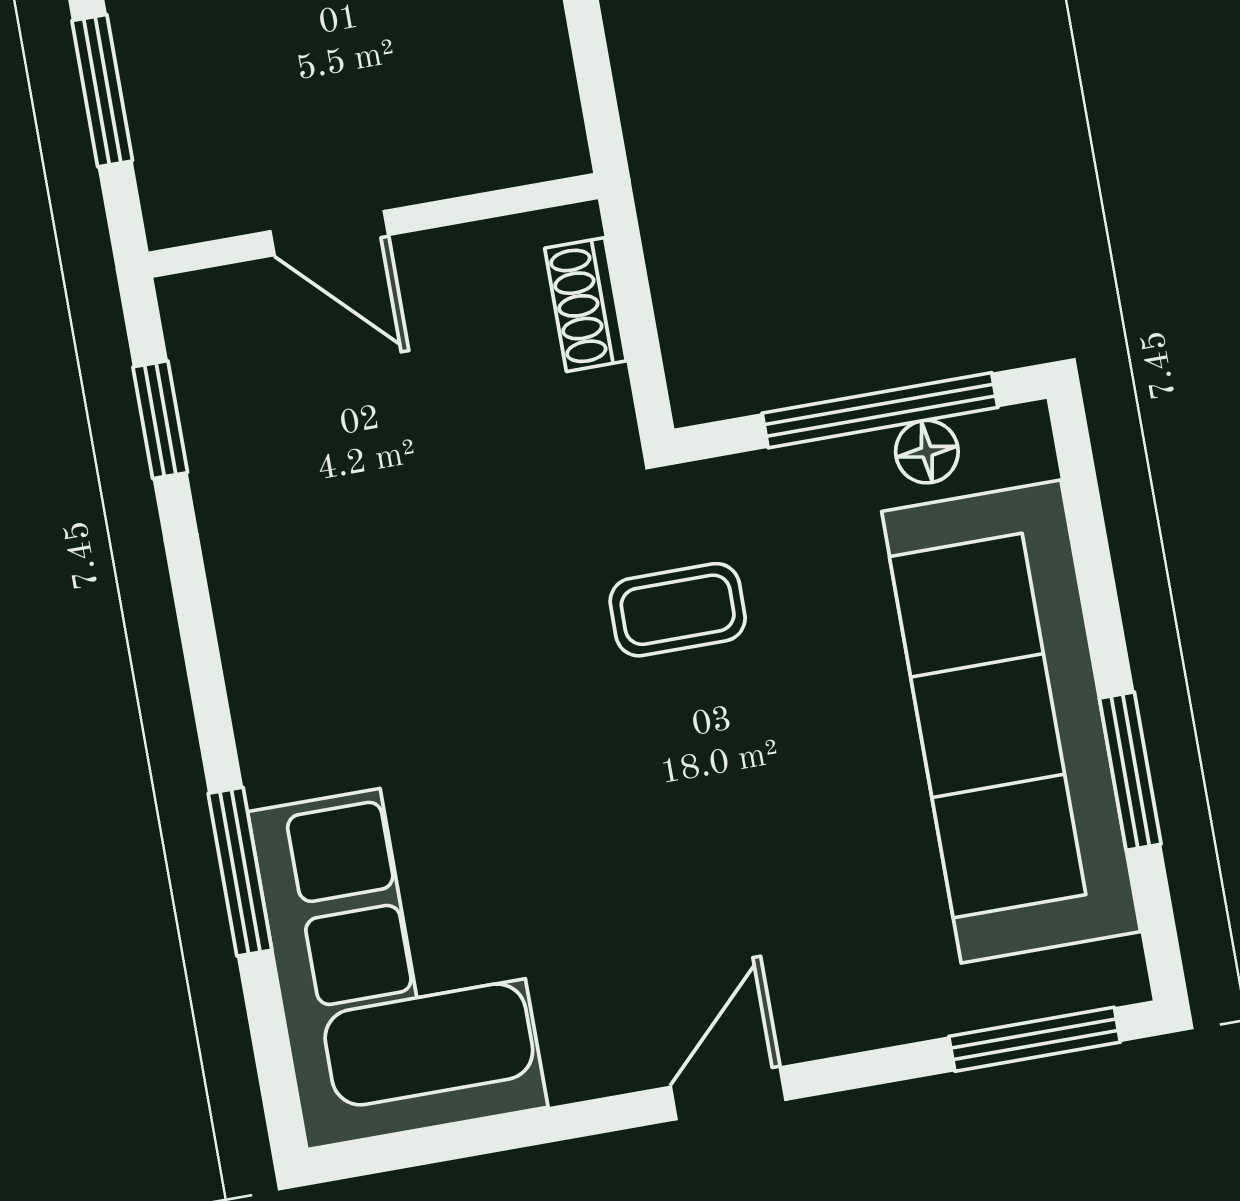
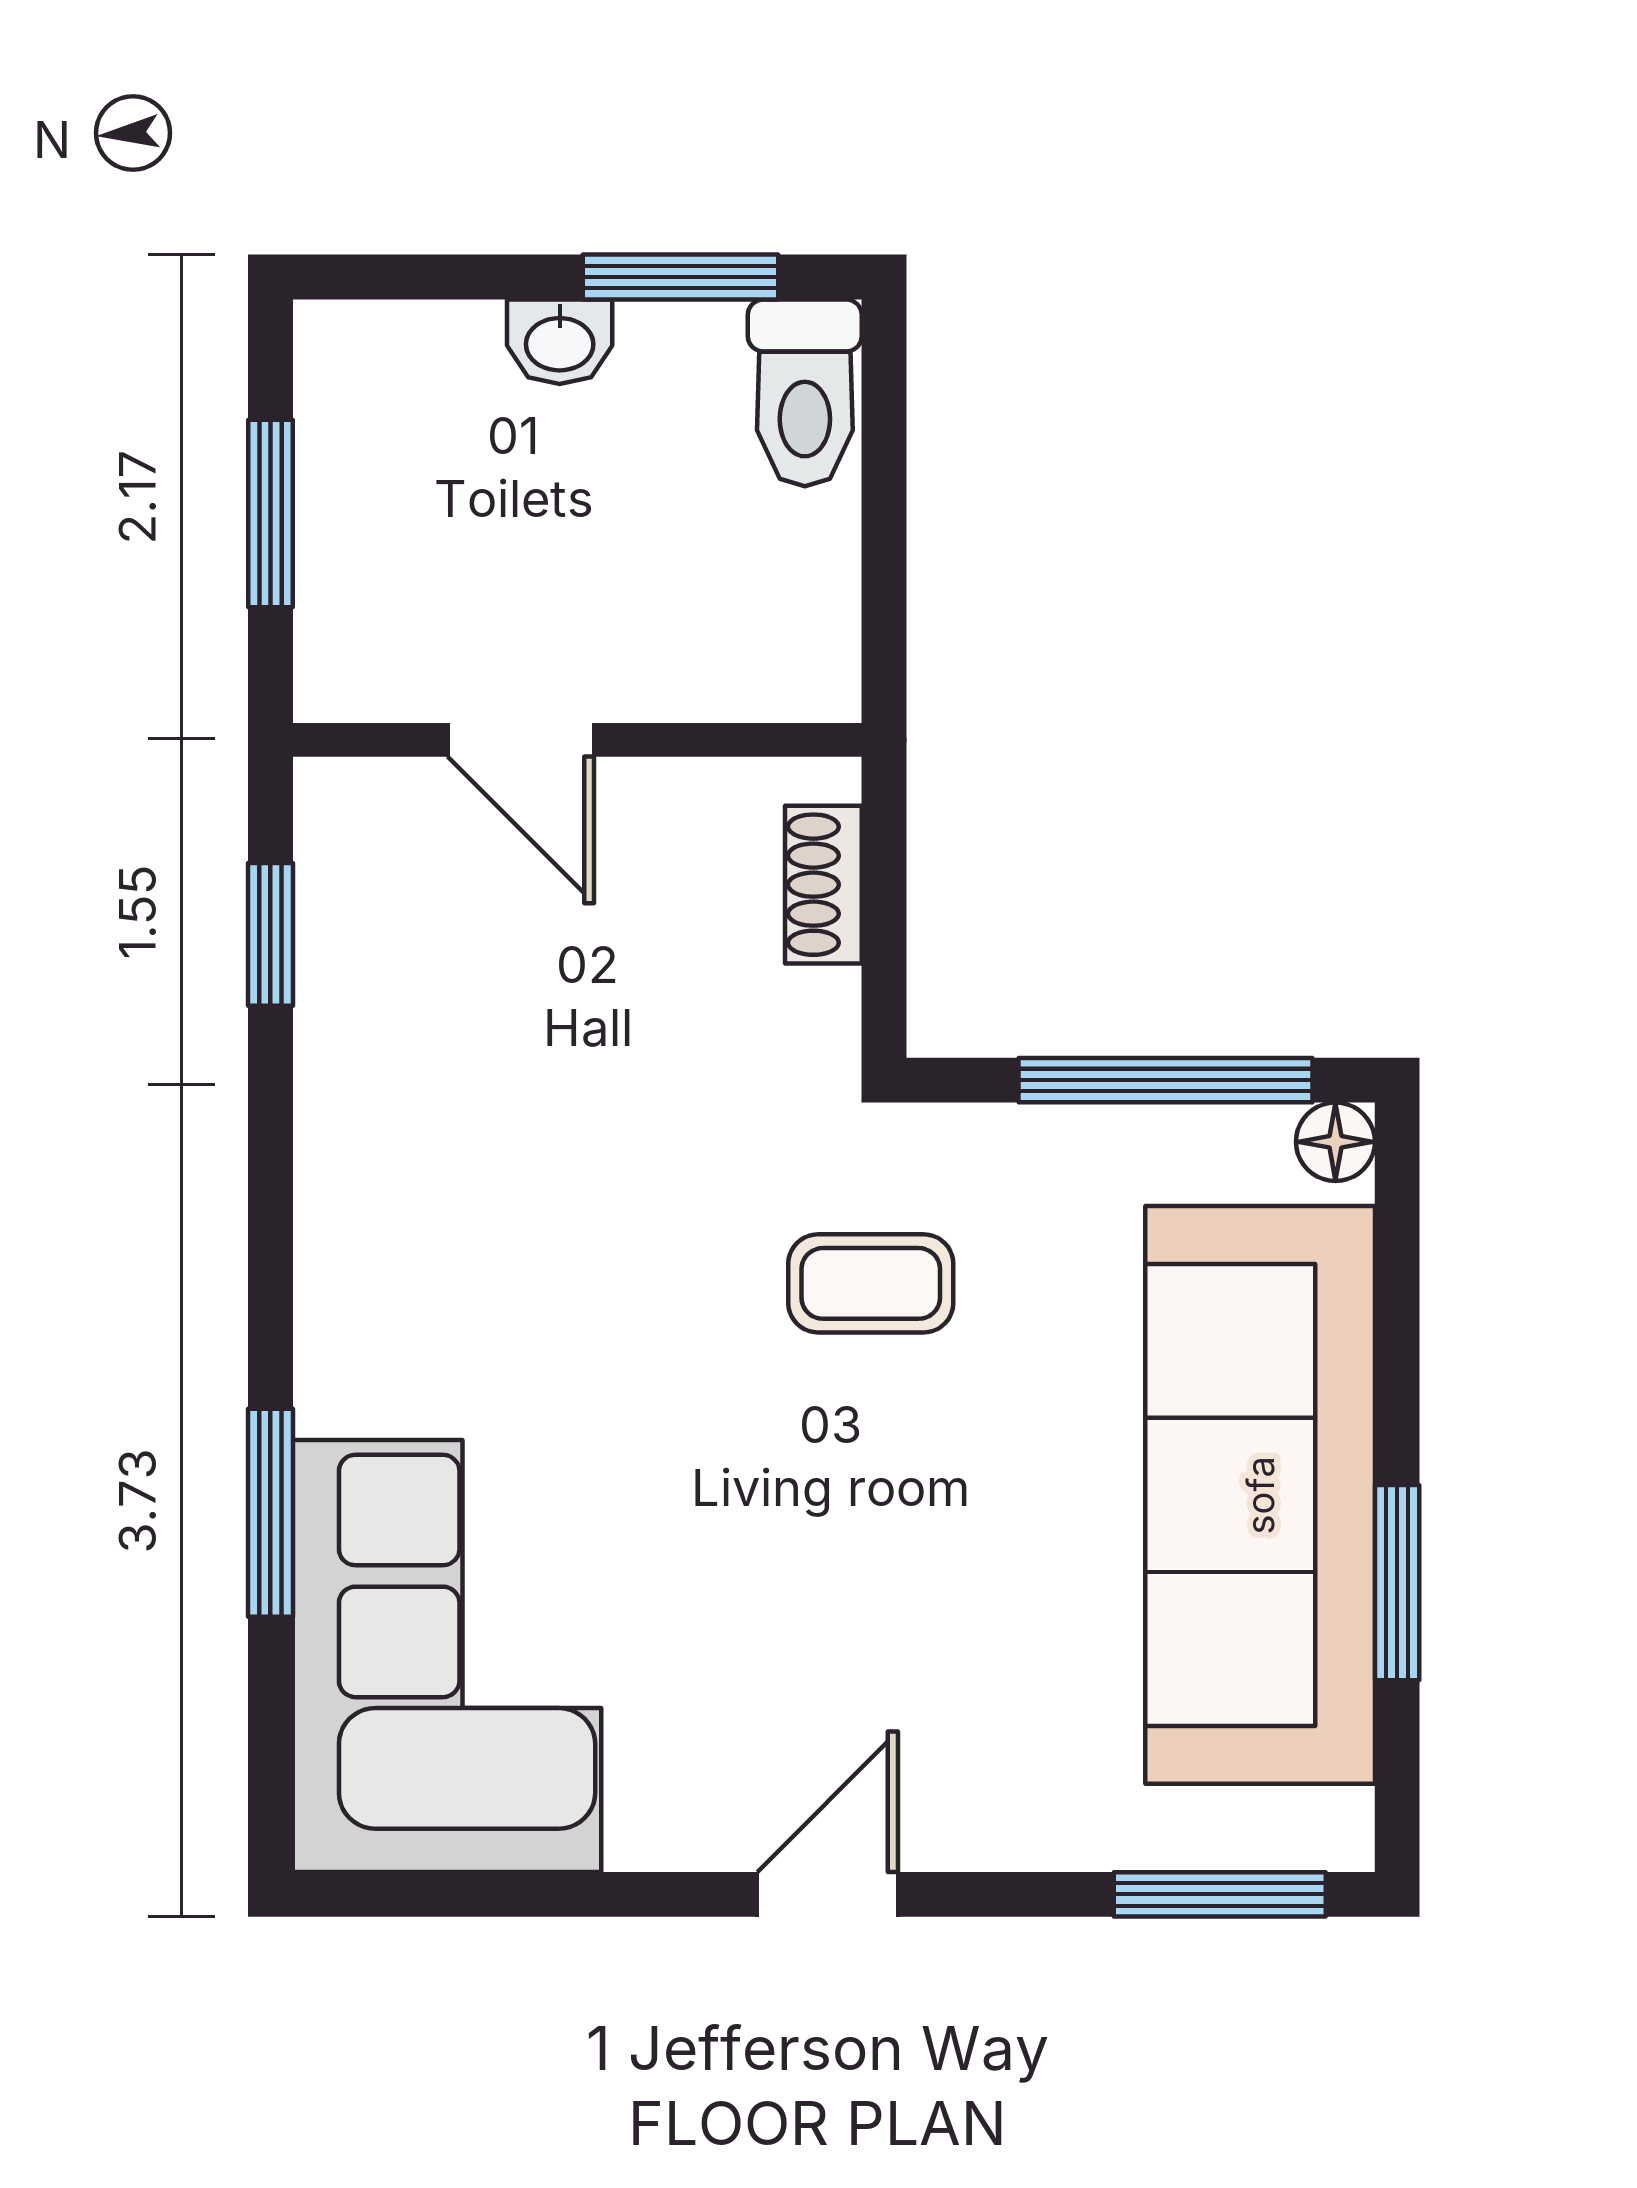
floor lamp: (927, 452) -> (1335, 1142), moved

